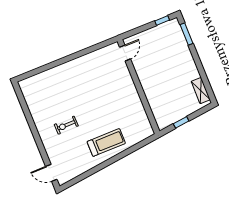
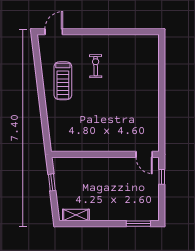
window: (162, 20) -> (162, 177), moved
treadmill: (106, 142) -> (63, 81), moved

